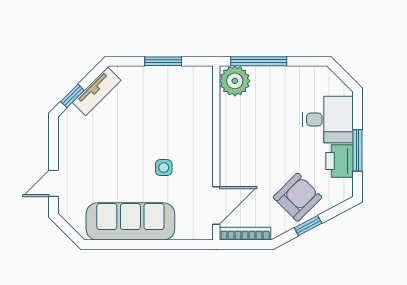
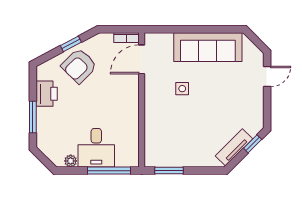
window: (163, 61) -> (169, 171), moved
plant: (235, 81) -> (71, 161), moved, width x0.53, depth x0.53
desk: (328, 119) -> (96, 148), moved, turned -90
window: (357, 150) -> (33, 117), moved
bookcase: (245, 234) -> (127, 38), width x0.64

